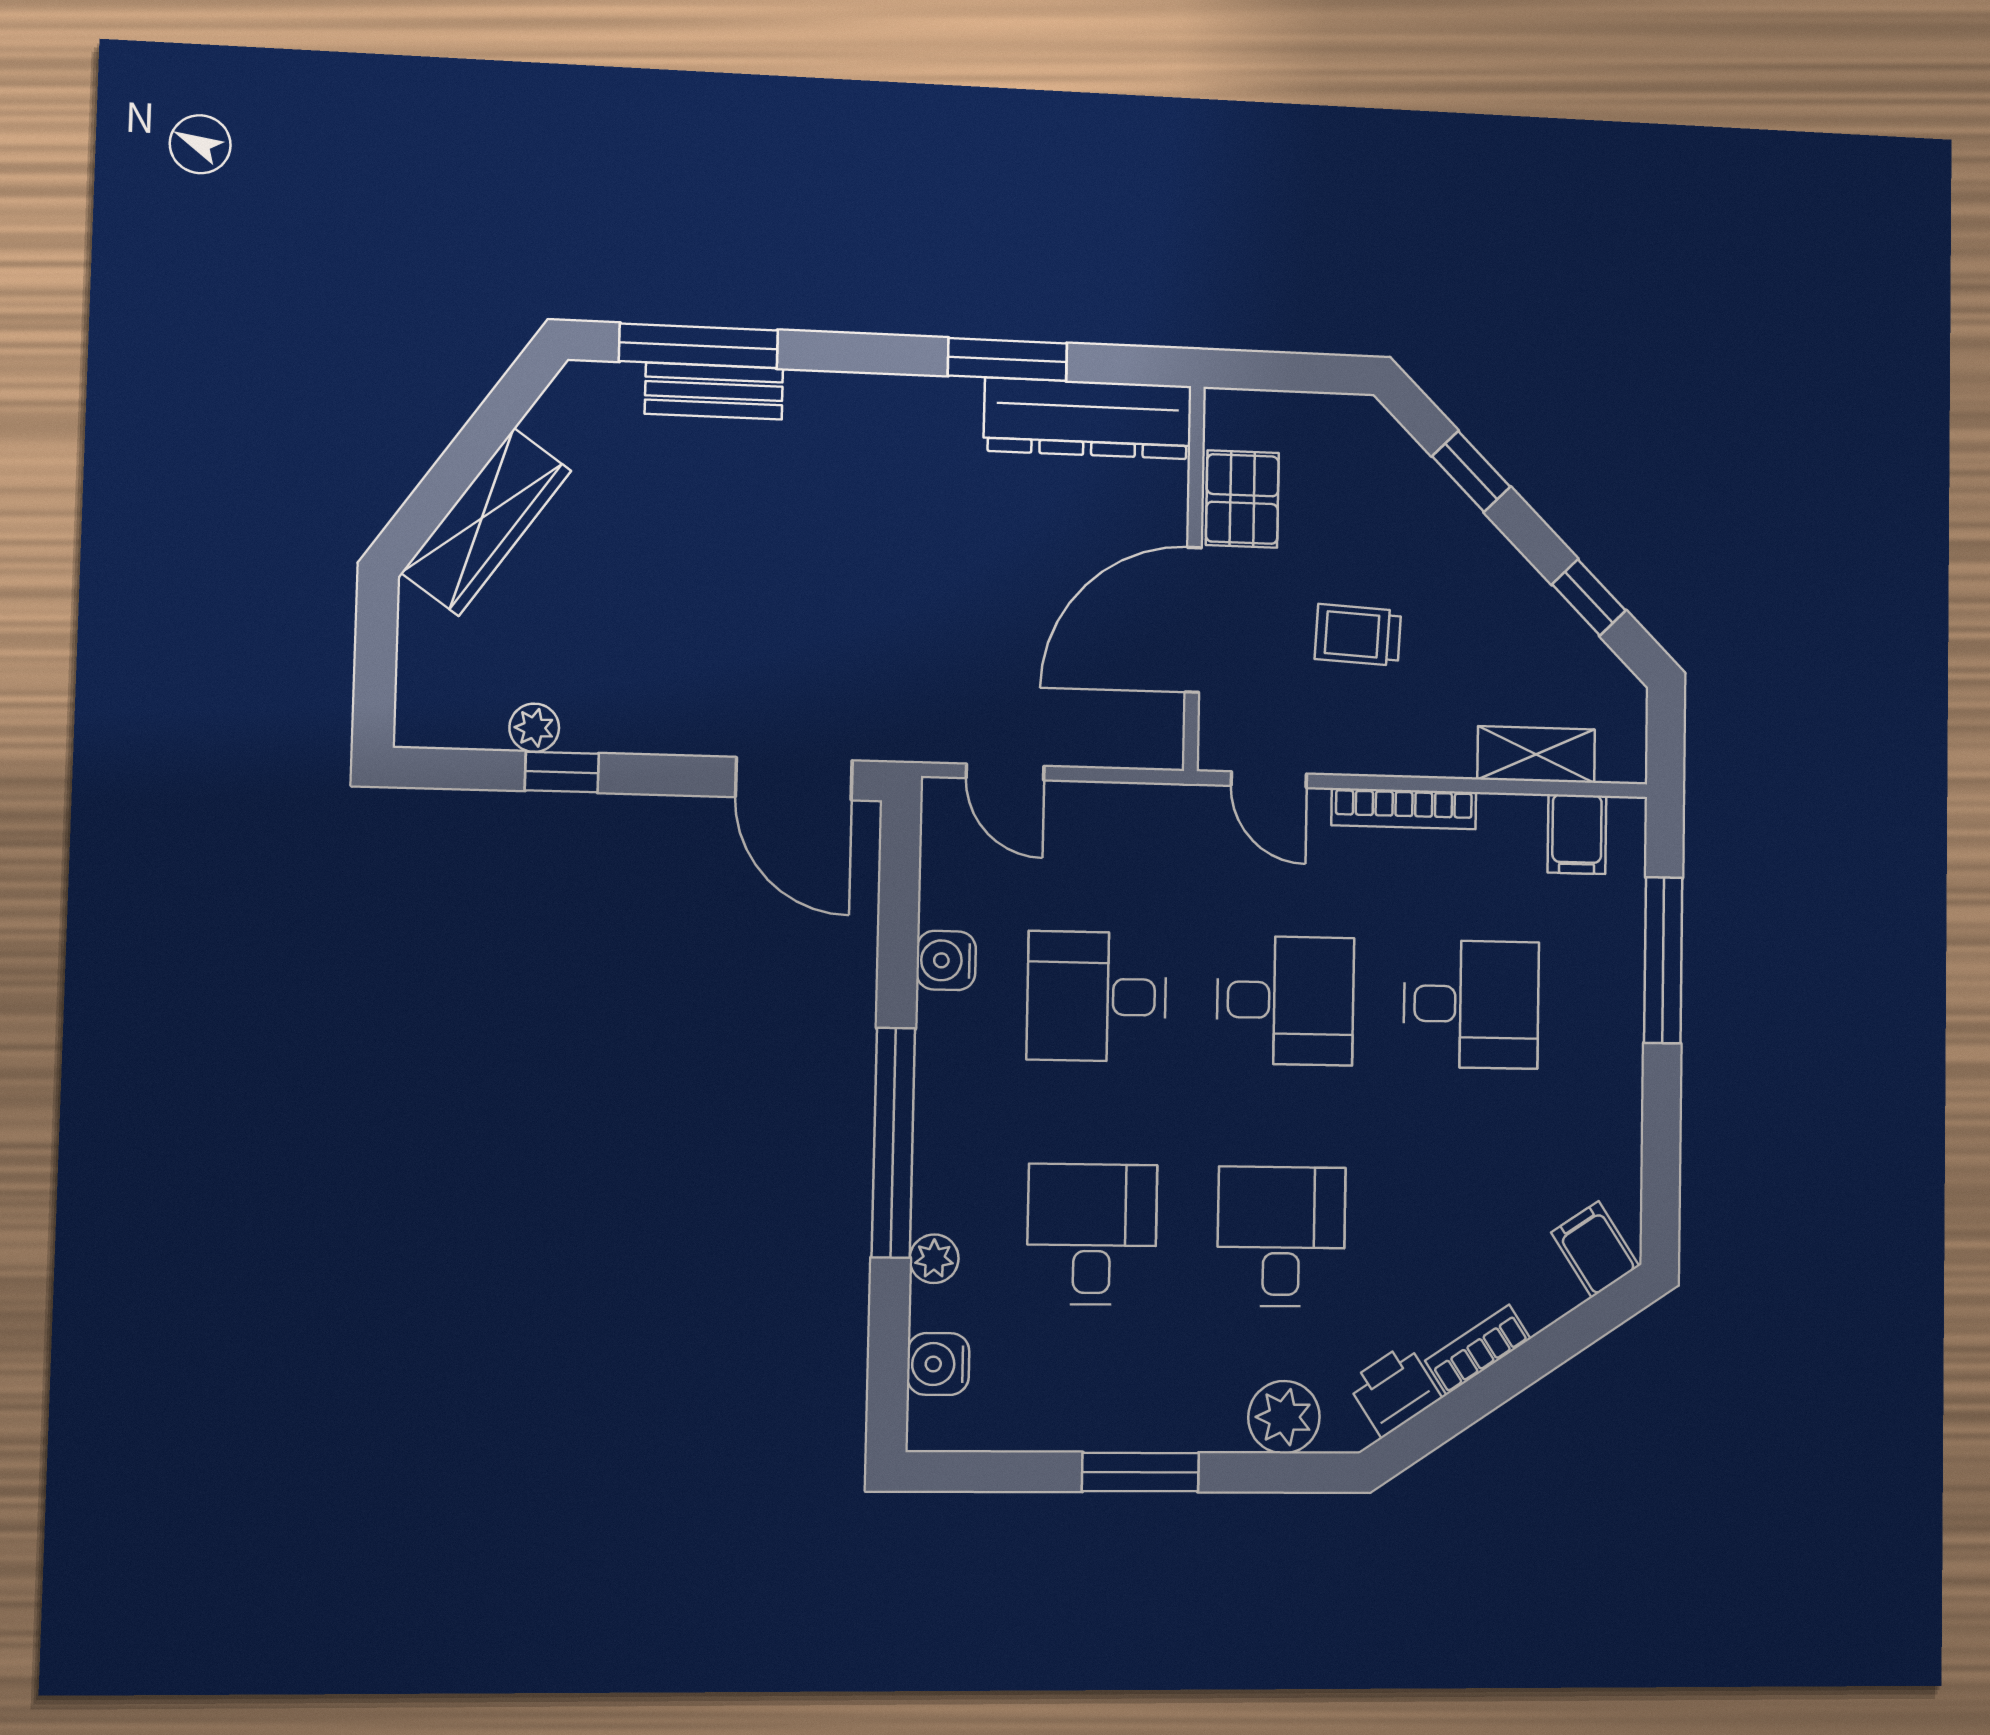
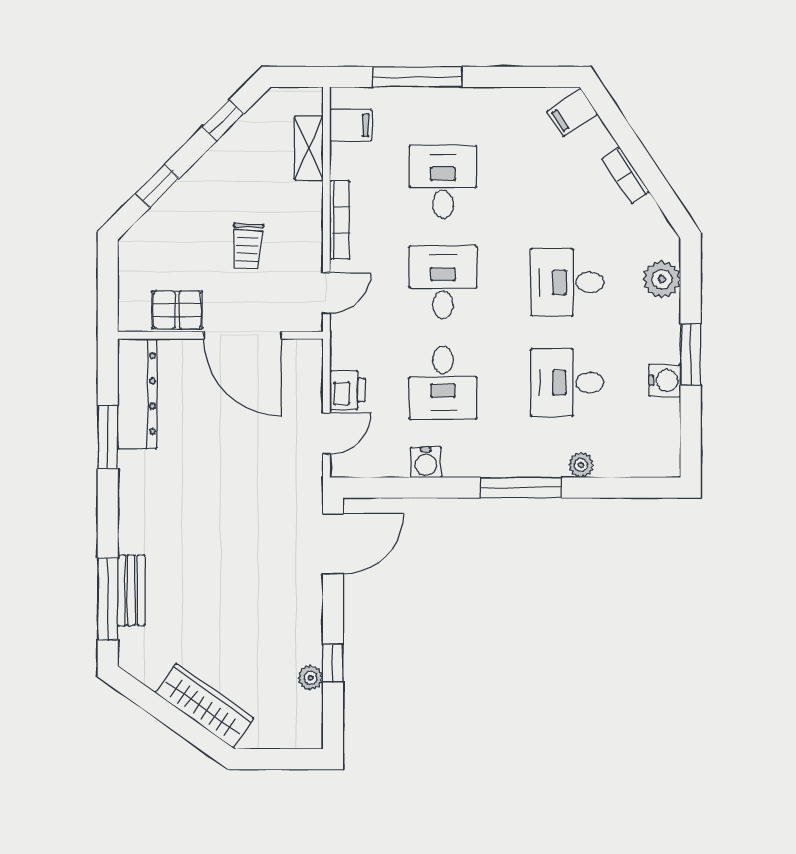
window: (893, 1143) -> (521, 488), width x0.68
water cooler: (938, 1364) -> (665, 380), moved, turned -90
printer: (1394, 1390) -> (347, 390), moved, turned -146

